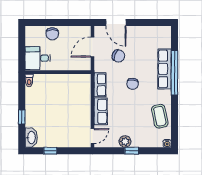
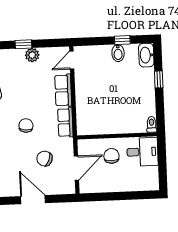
door: (116, 23) -> (33, 200), moved
chair: (52, 34) -> (111, 156), moved
bidet: (54, 140) -> (118, 53), added

